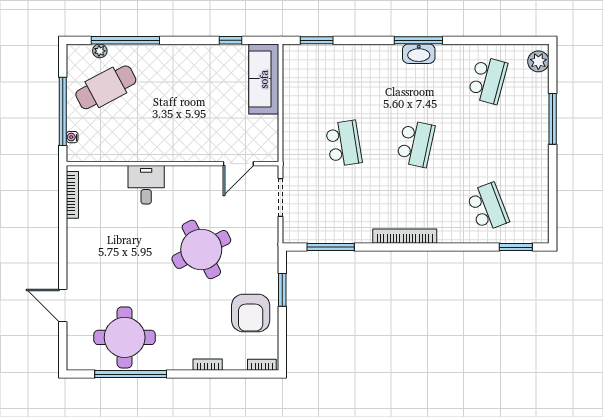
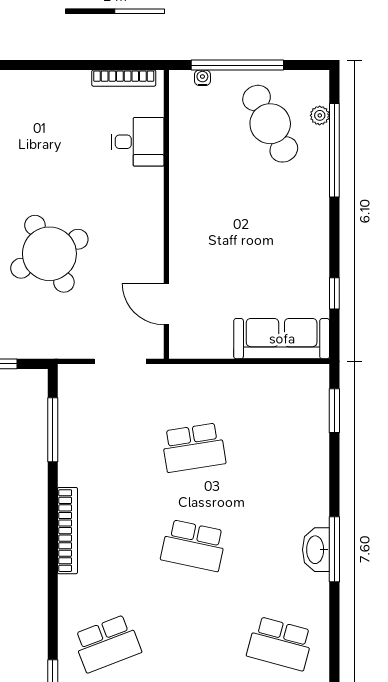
desk: (146, 185) -> (138, 142), moved

